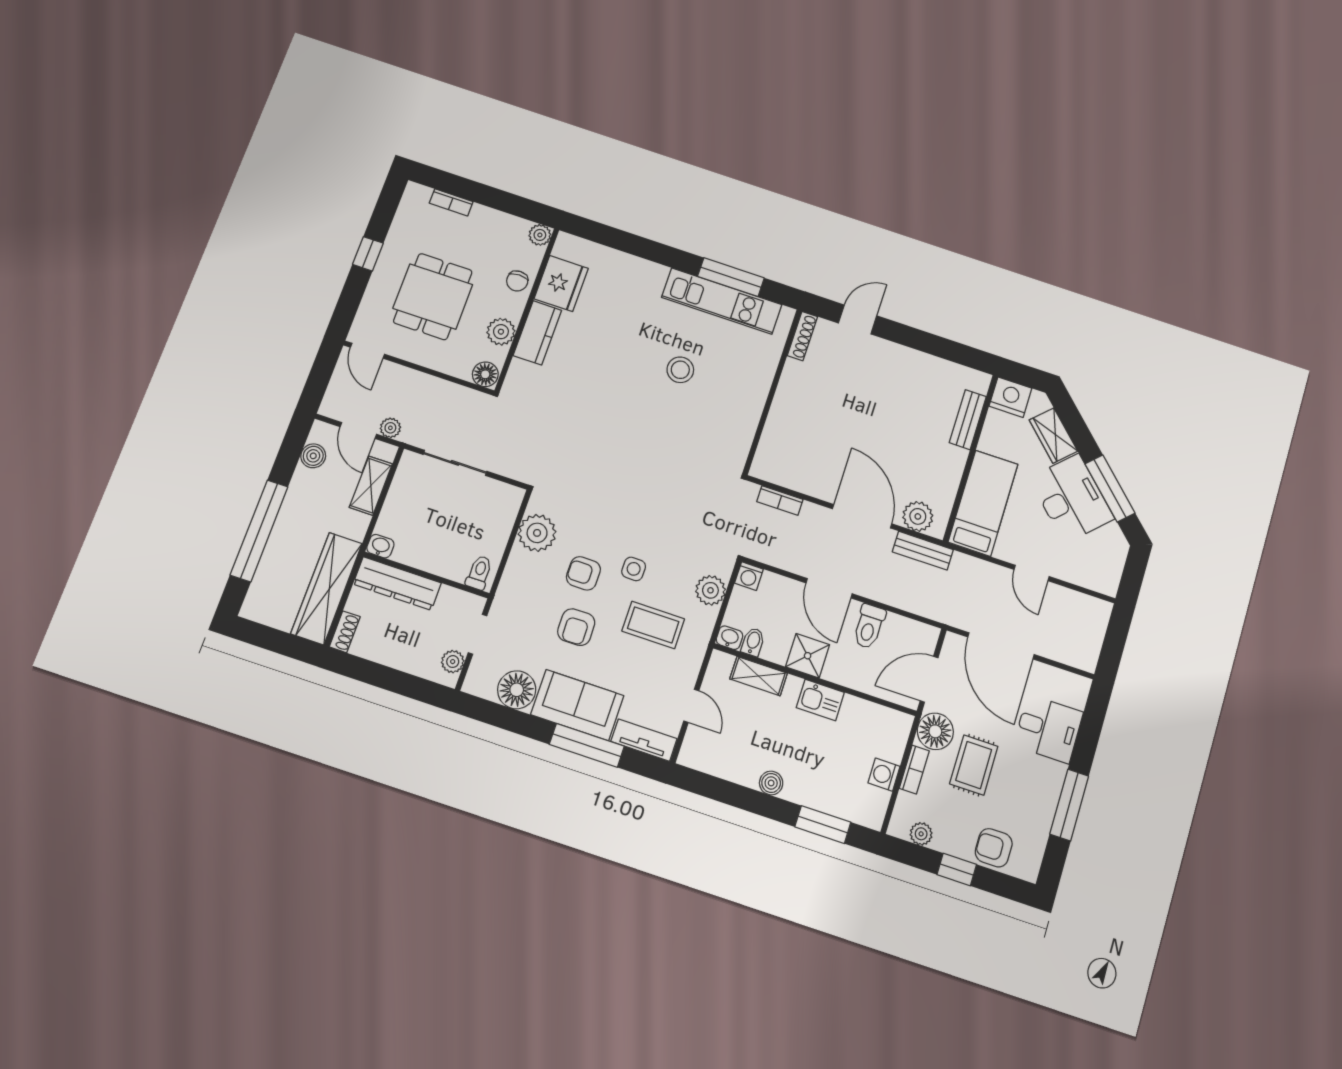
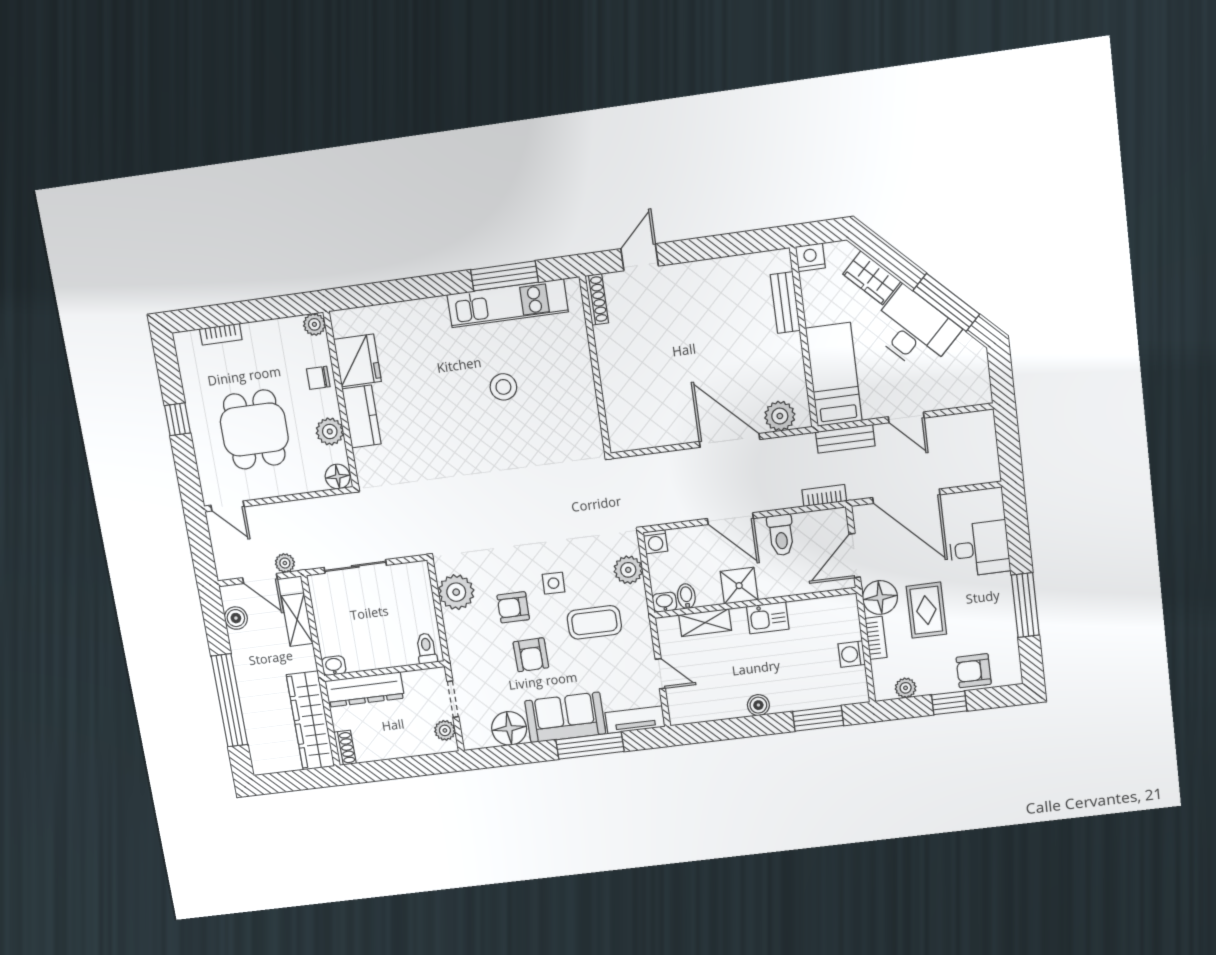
chair: (517, 281) -> (318, 378), turned 90
nightstand: (1010, 397) -> (810, 257), width x0.74, depth x0.75
bookcase: (780, 500) -> (824, 496), moved, turned 180
bench: (923, 551) -> (845, 439), moved

